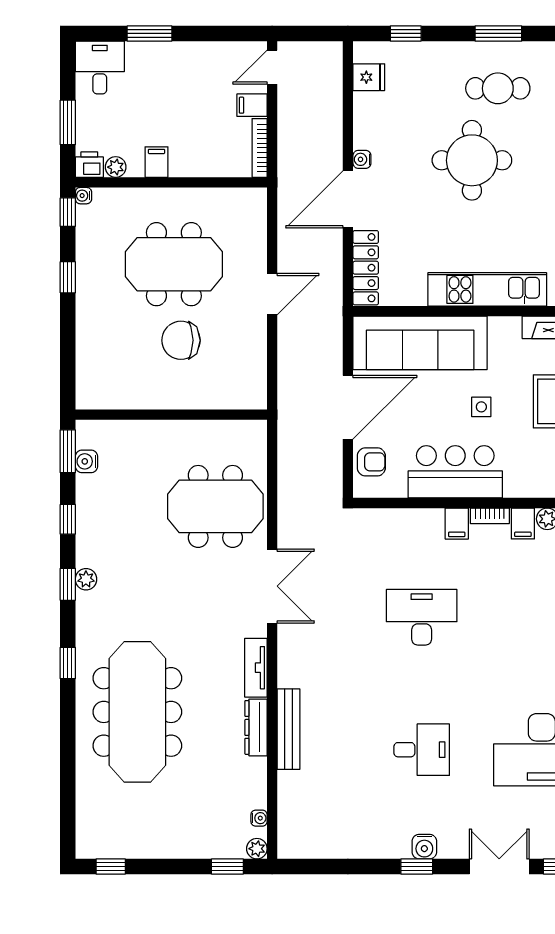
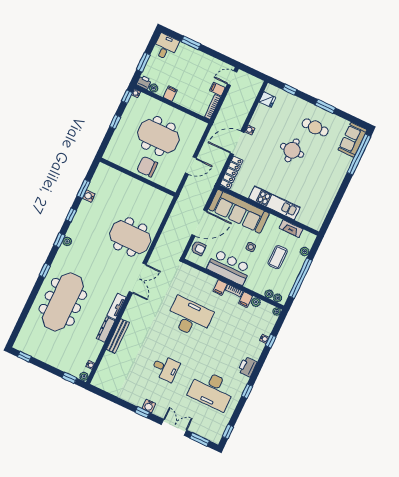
round table: (472, 160) -> (292, 150), width x0.73, depth x0.73
wall: (171, 415) -> (138, 177), moved
desk: (422, 617) -> (189, 317), width x1.36, depth x1.30

